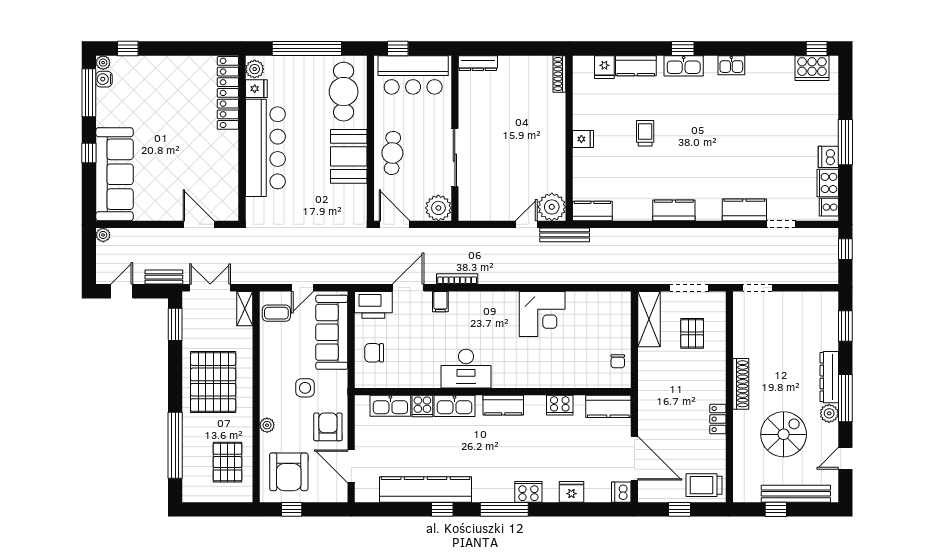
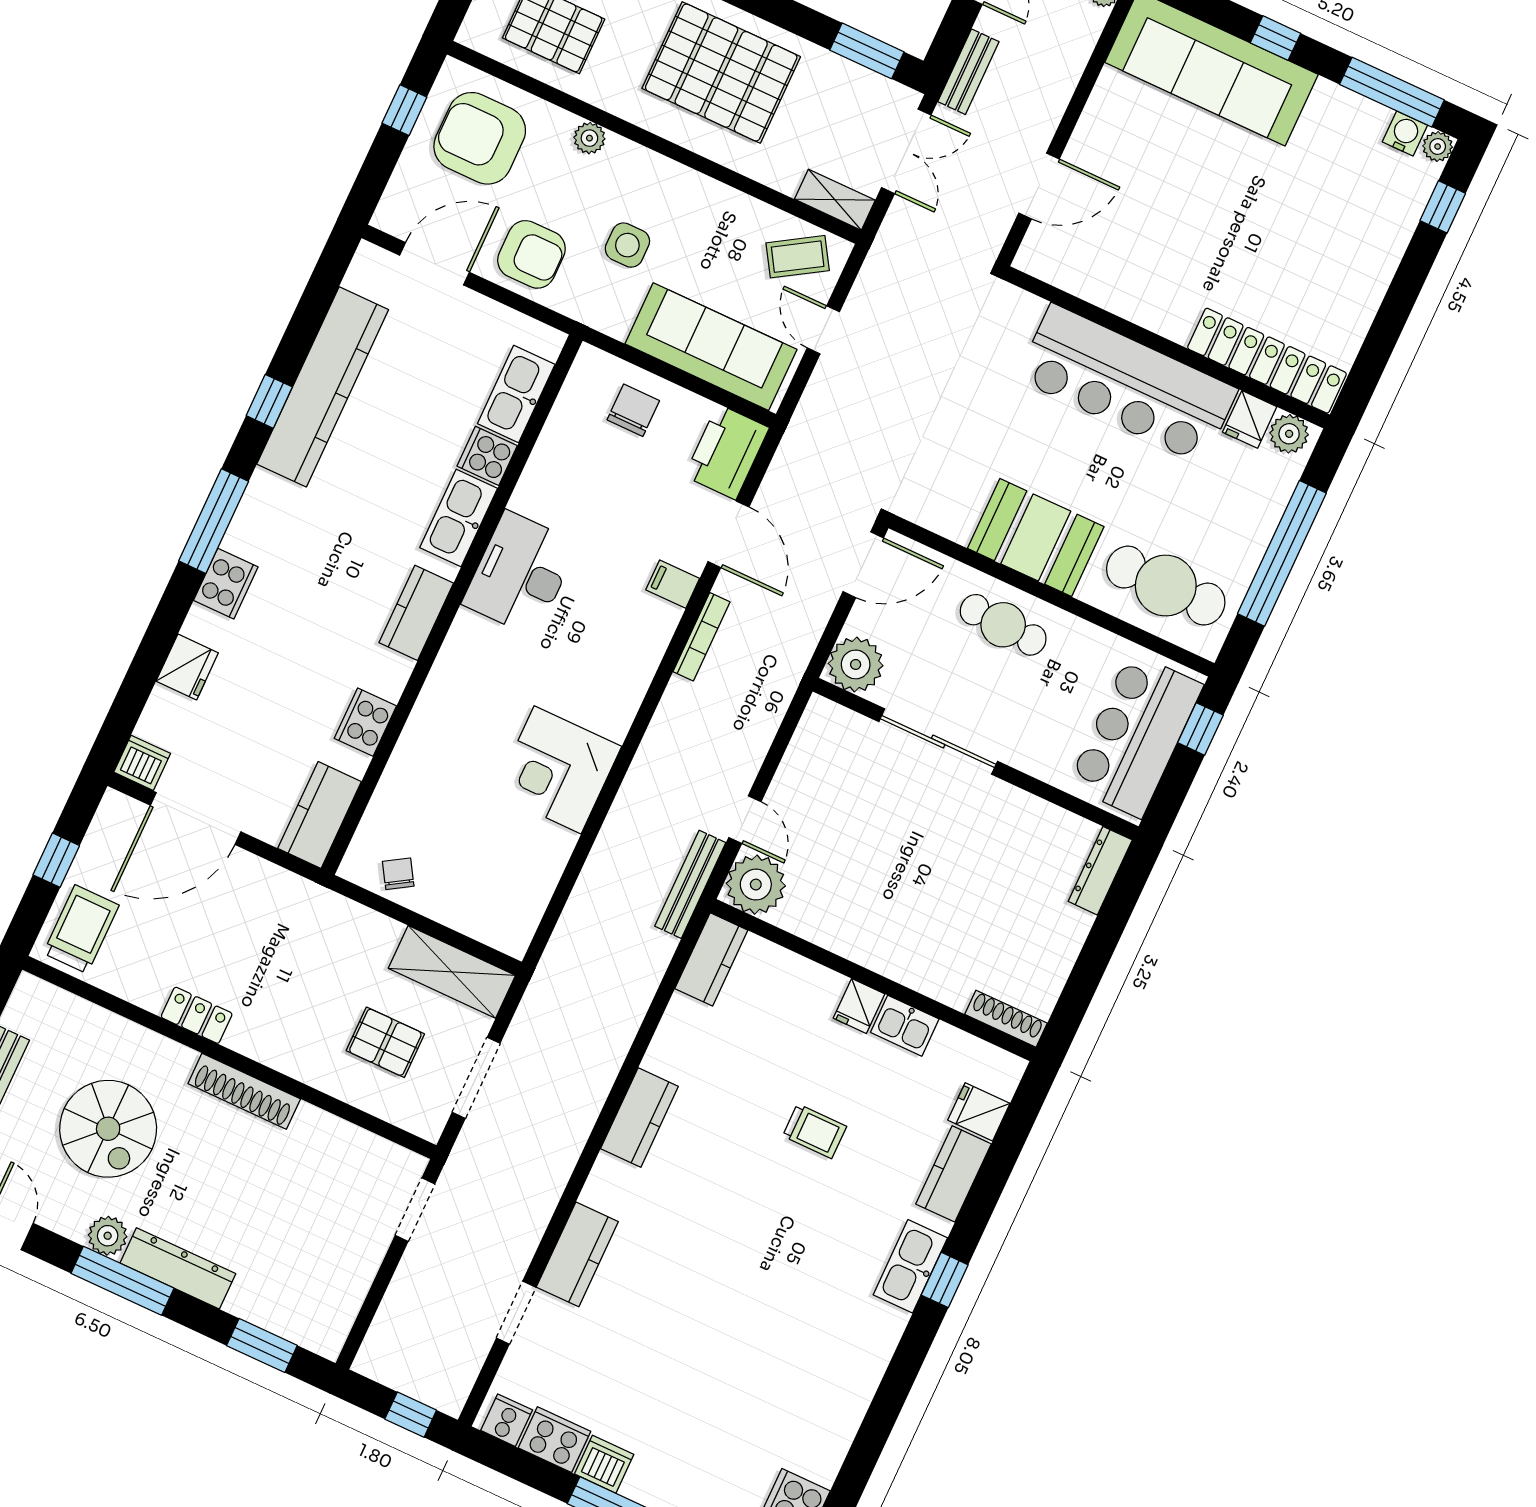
kitchen sink: (731, 65) -> (905, 1026), moved, turned -90
coffee table: (276, 313) -> (798, 257), turned 58
chair: (618, 361) -> (398, 874), turned 58

